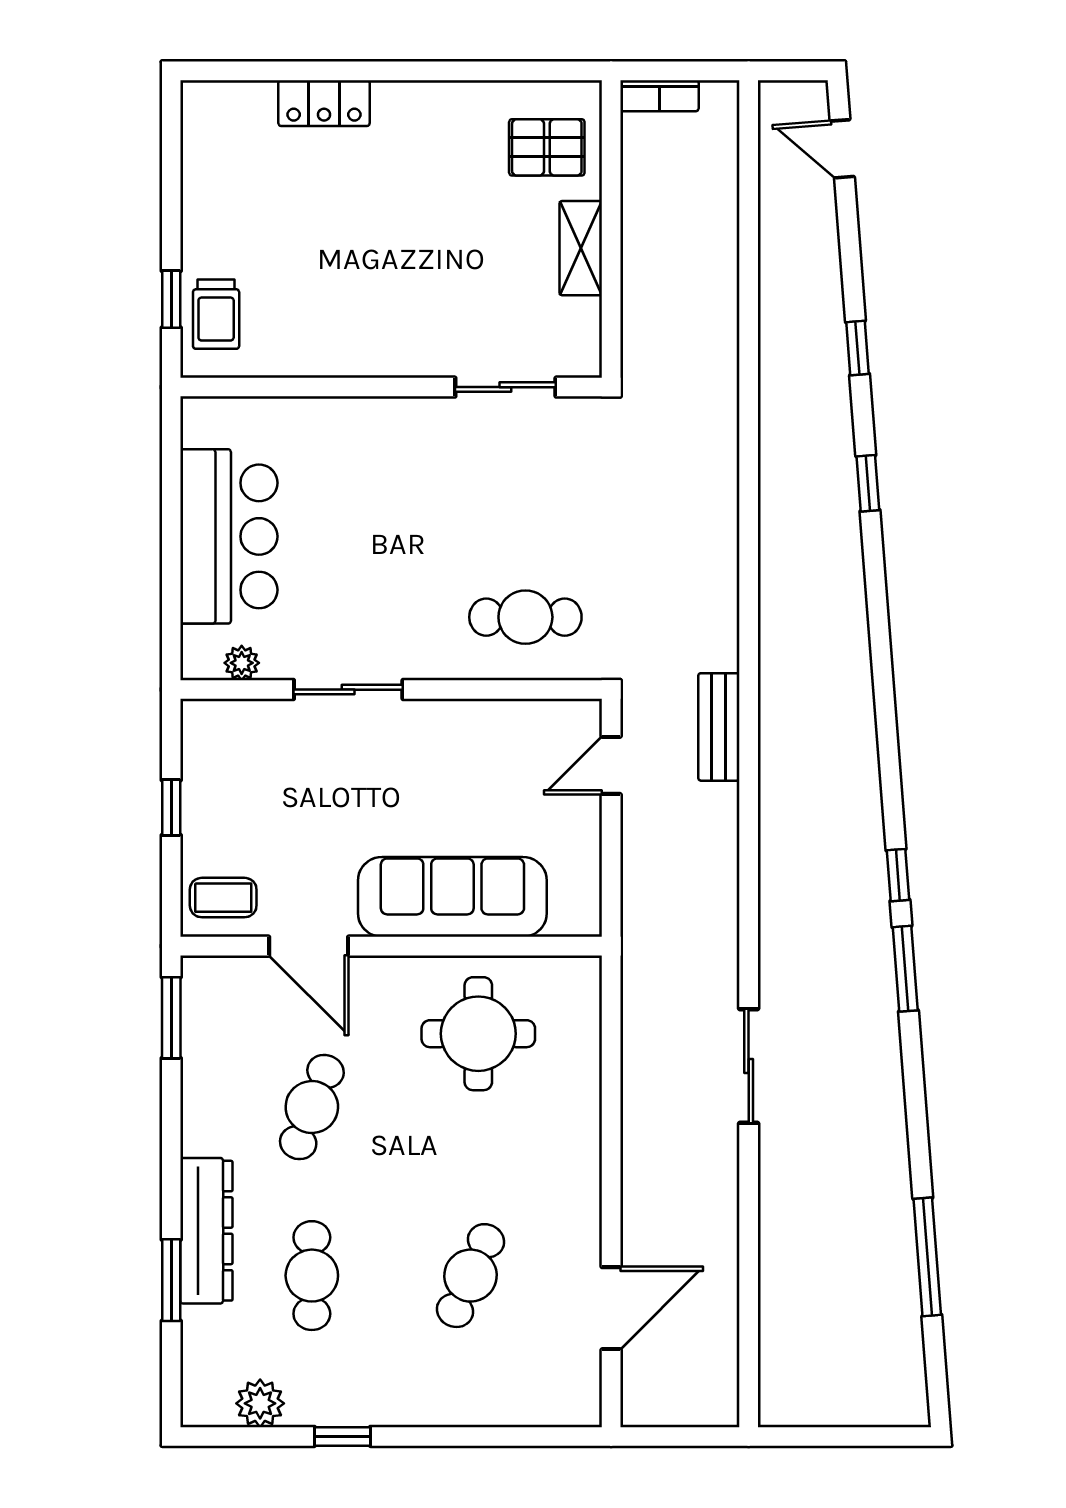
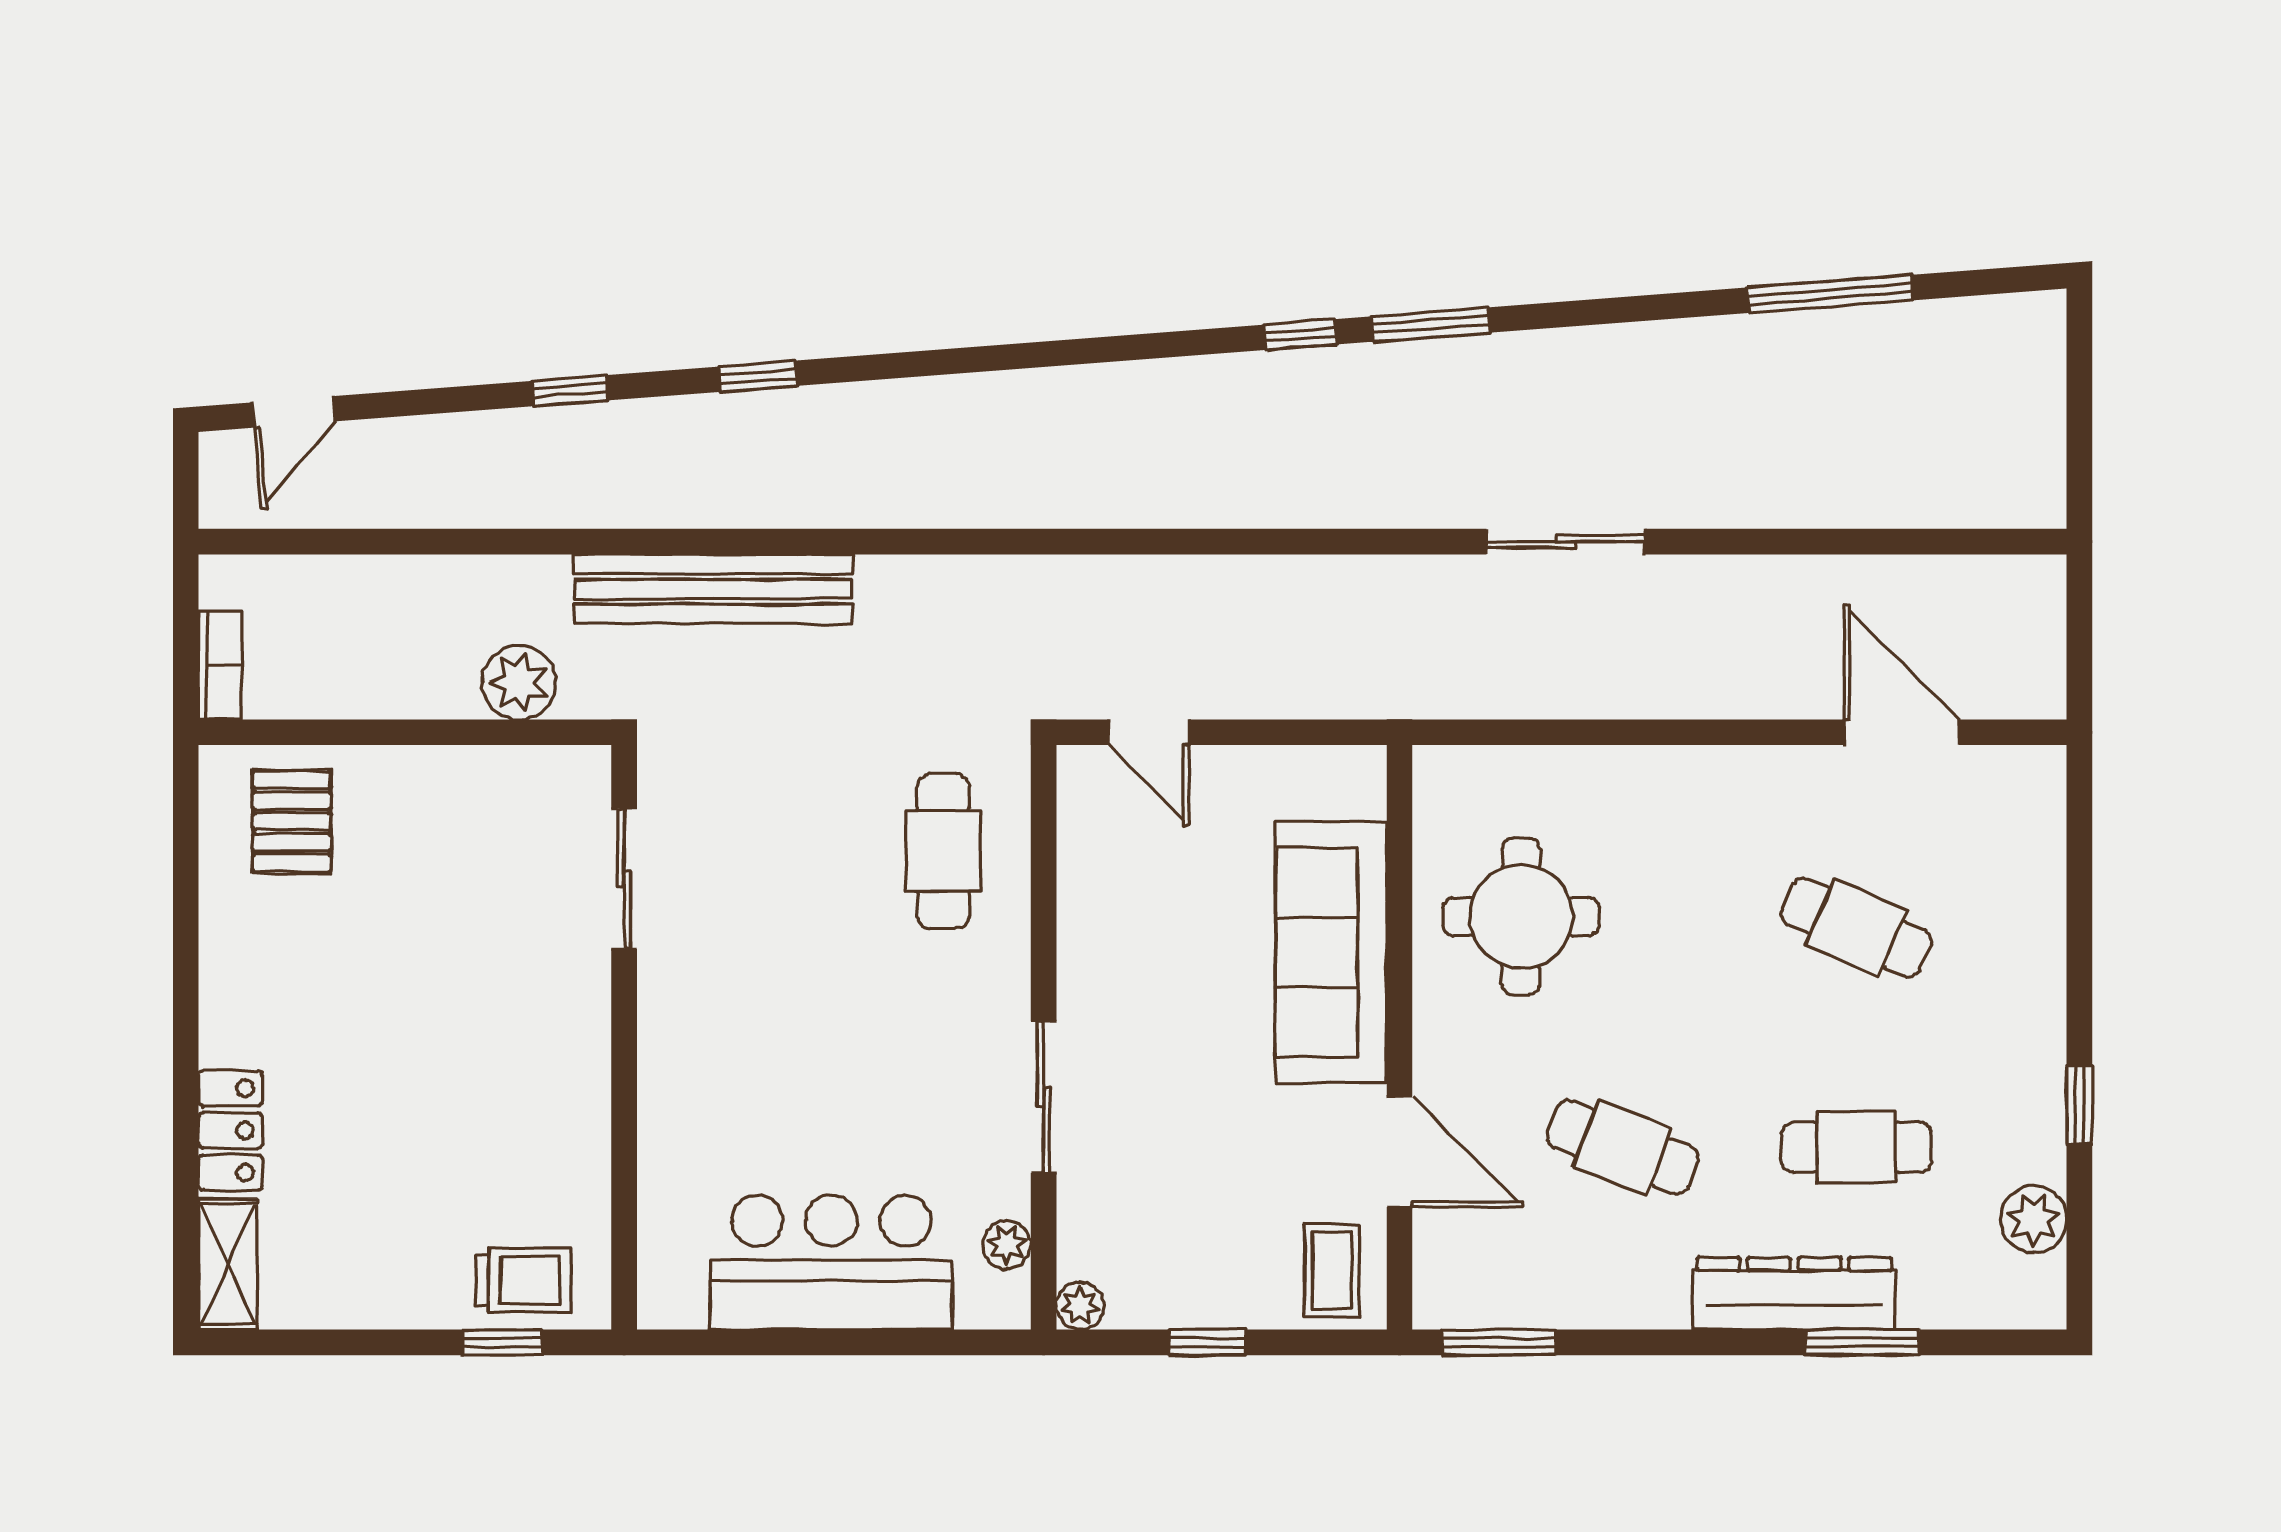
shelving: (581, 248) -> (228, 1264), moved, turned 90
plant: (647, 311) -> (519, 683), added
plant: (198, 716) -> (1080, 1306), added
bench: (719, 727) -> (713, 589), moved, width x1.86, depth x1.21
door: (309, 946) -> (1399, 1152), hinge flipped

